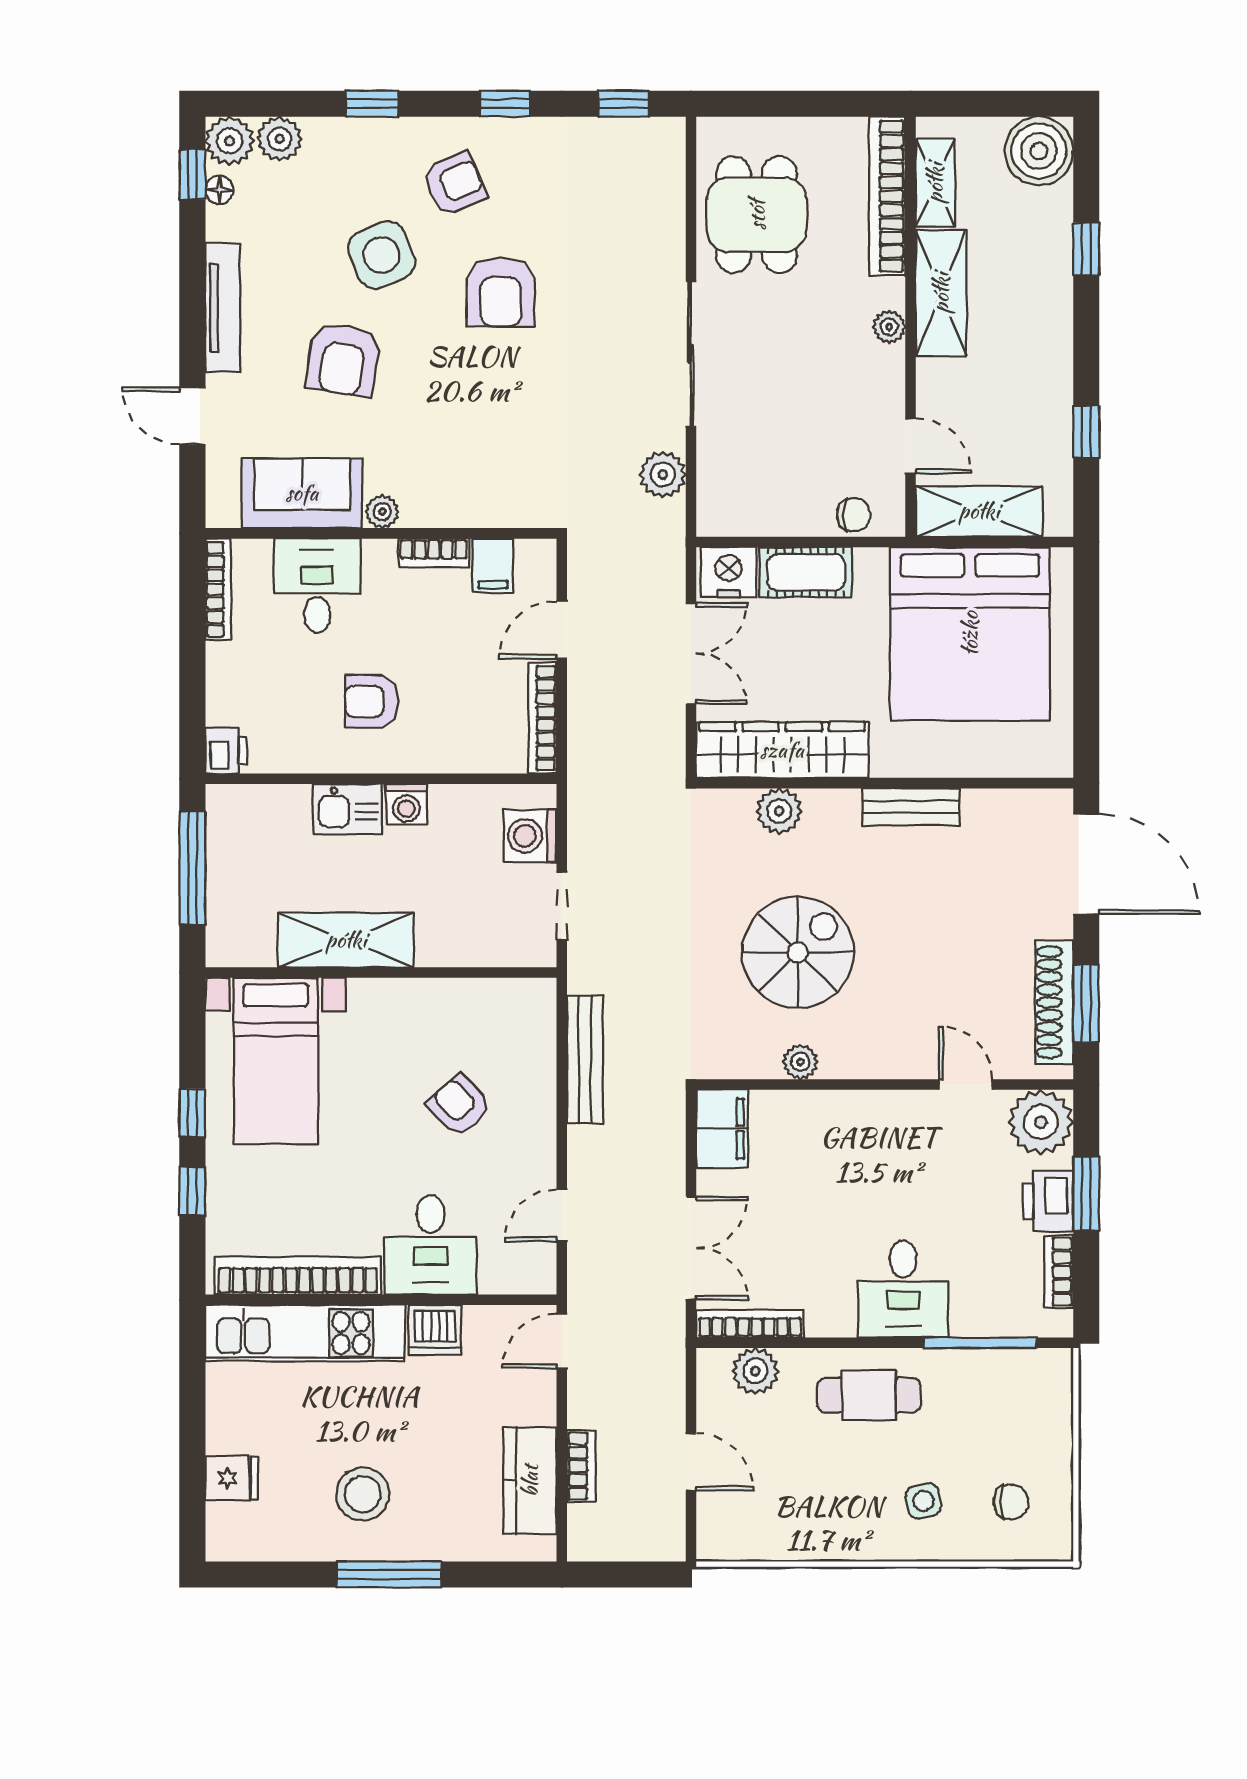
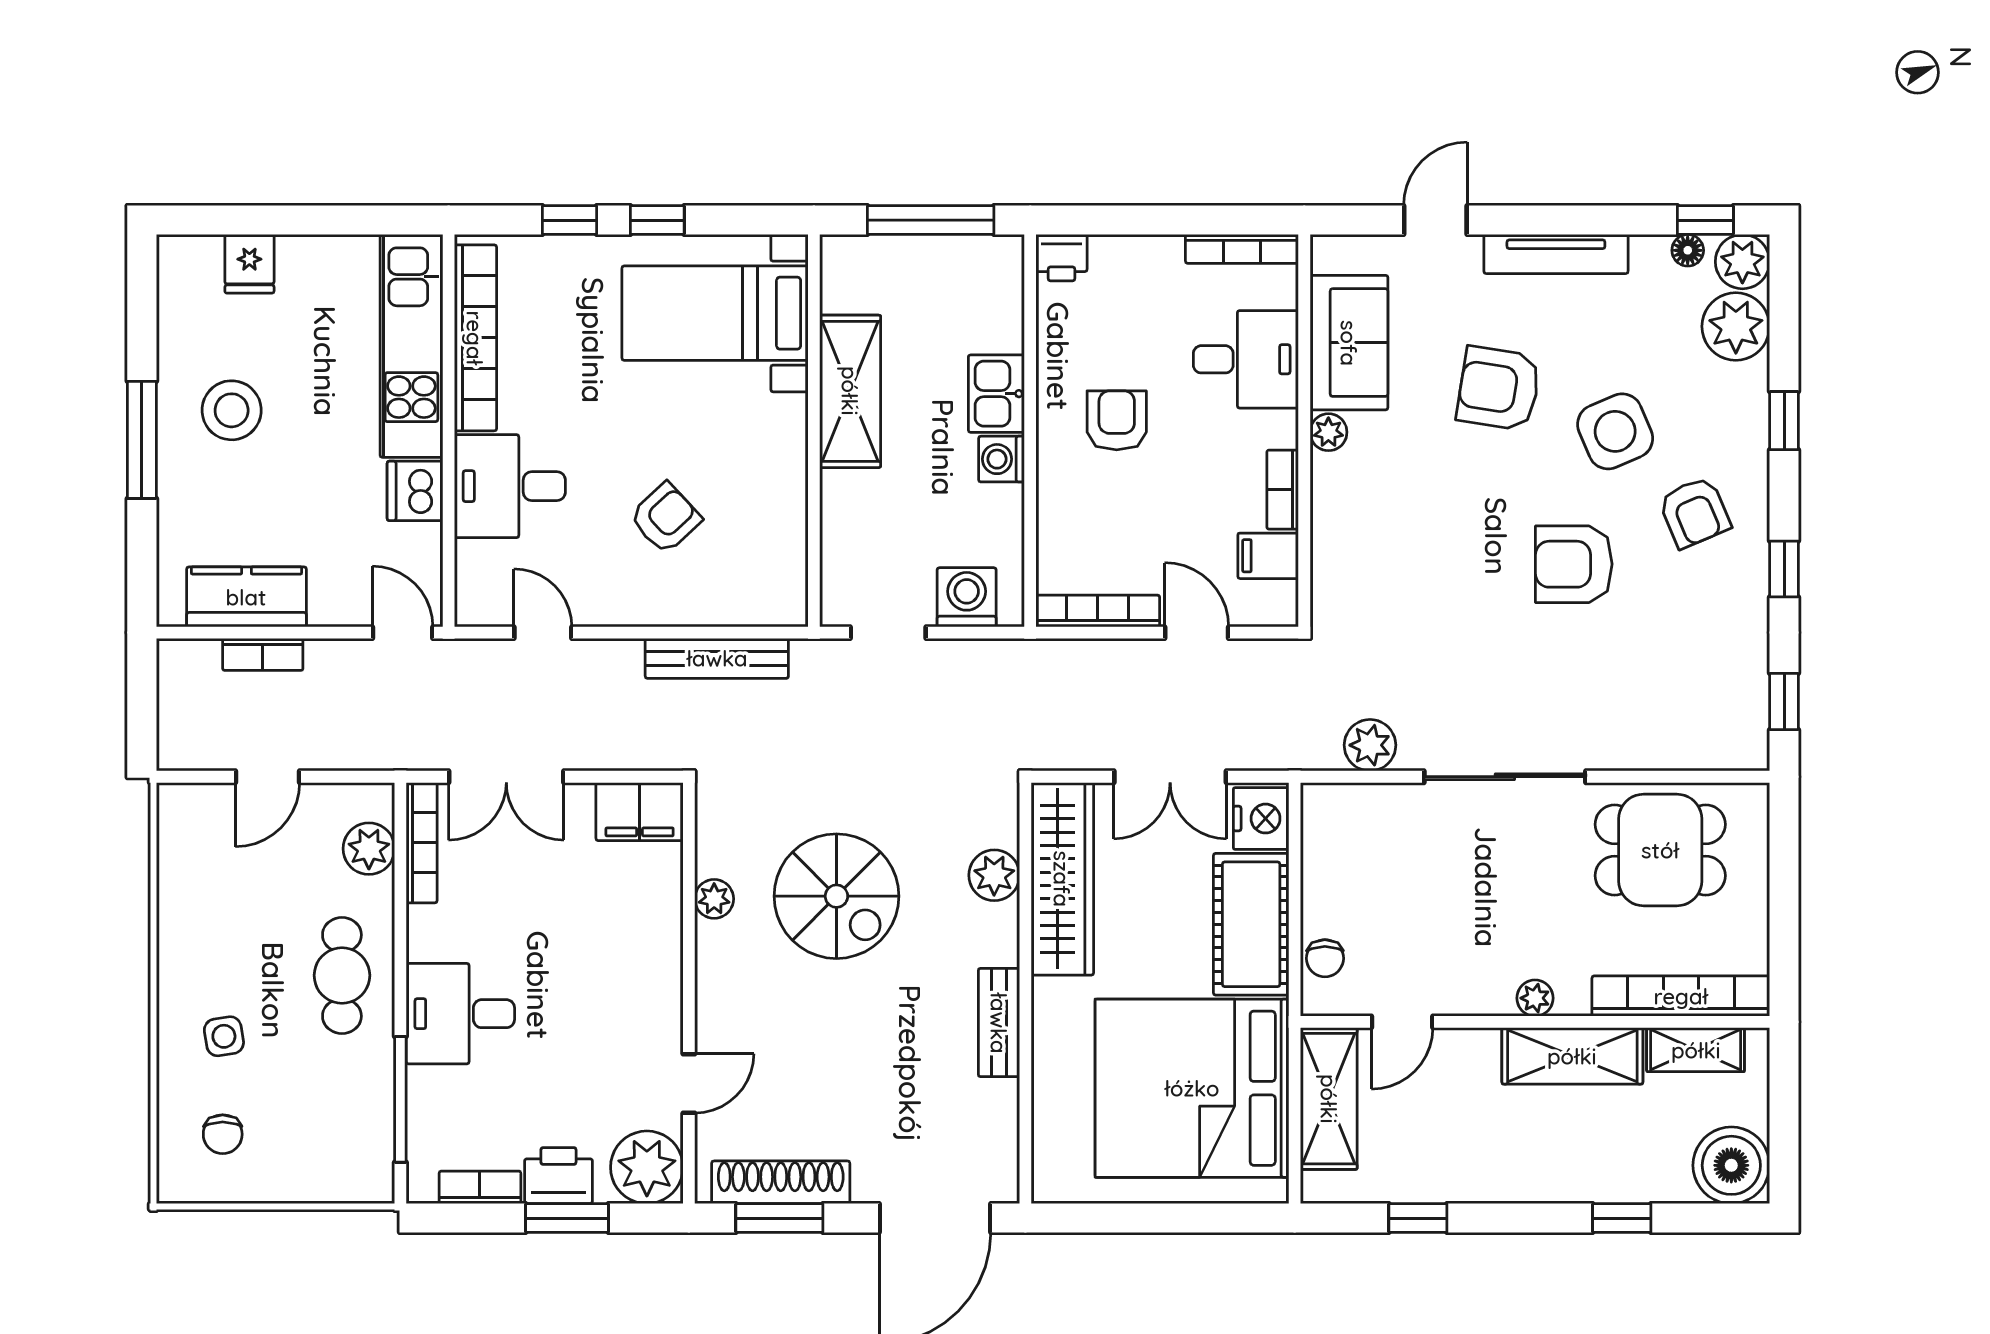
plant: (280, 139) -> (1736, 326), width x1.36, depth x1.36
cot: (806, 572) -> (1251, 924), width x1.37, depth x1.34

